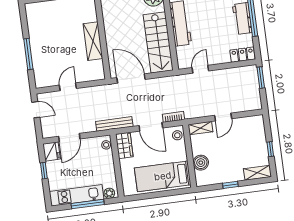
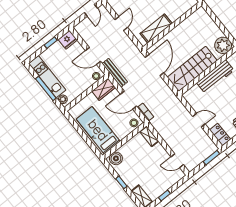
shelving: (93, 41) -> (156, 28), moved
door: (200, 69) -> (199, 120), moved
door: (68, 87) -> (121, 23), hinge flipped
door: (223, 117) -> (177, 161), moved
door: (151, 127) -> (129, 100), hinge flipped
door: (69, 138) -> (93, 56), moved
boiler: (201, 163) -> (116, 158), moved

